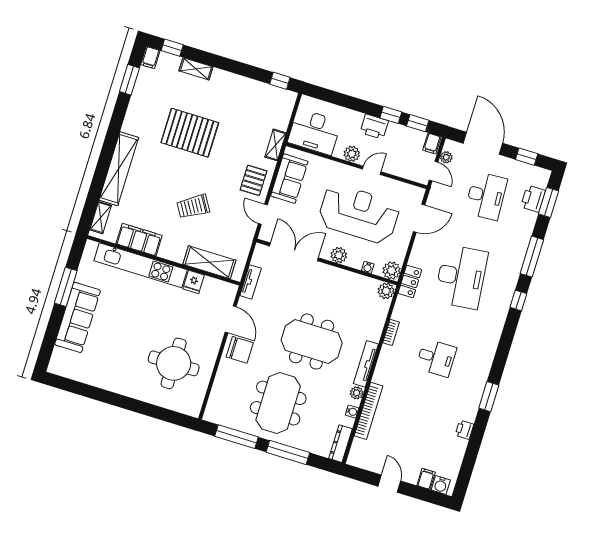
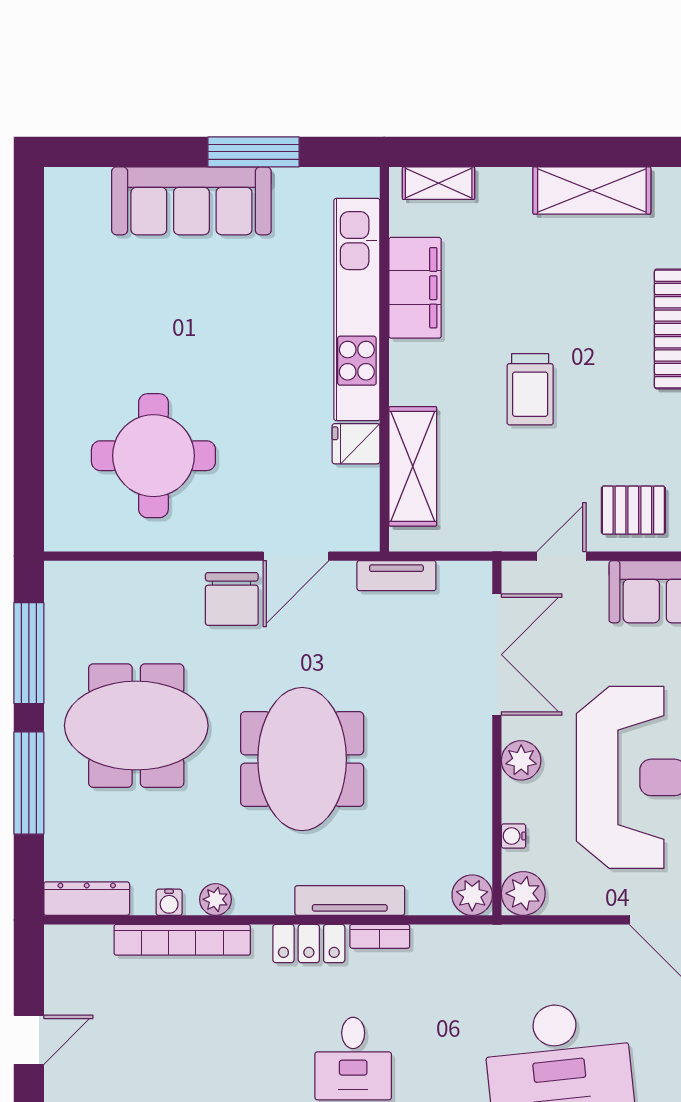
shelving: (119, 169) -> (592, 191), width x0.68
trolley: (193, 206) -> (530, 389), turned -149
locker: (410, 281) -> (309, 944), moved
tv unit: (366, 364) -> (350, 900), moved

